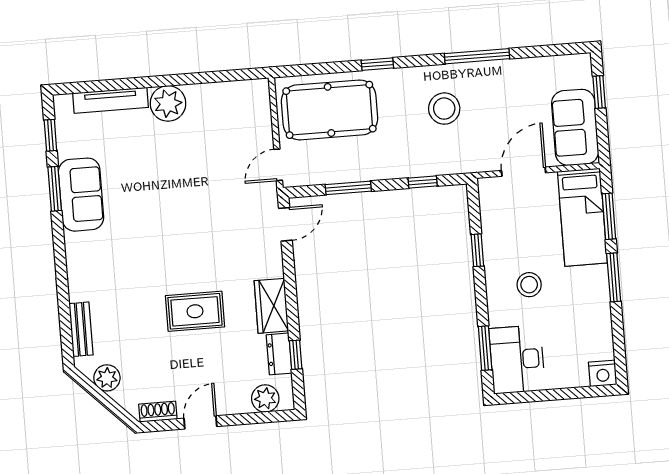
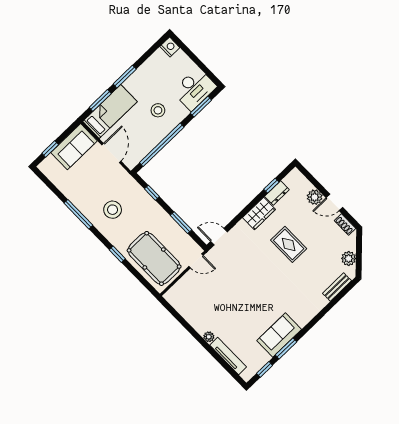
plant: (168, 103) -> (209, 337), width x0.53, depth x0.53
door: (524, 172) -> (111, 153), swing flipped
window: (477, 250) -> (162, 145), width x3.17
plant: (265, 398) -> (315, 197), moved

